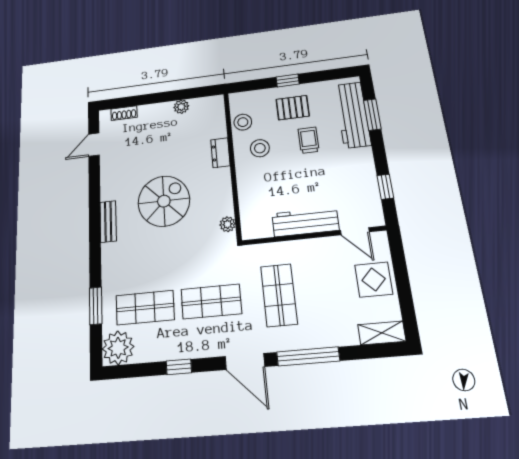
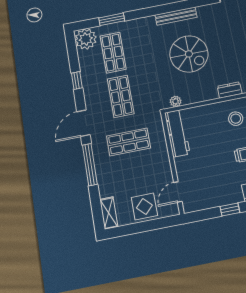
window: (385, 187) -> (230, 210), moved
bench: (108, 221) -> (176, 16), width x1.36
workbench: (305, 222) -> (177, 133), moved

